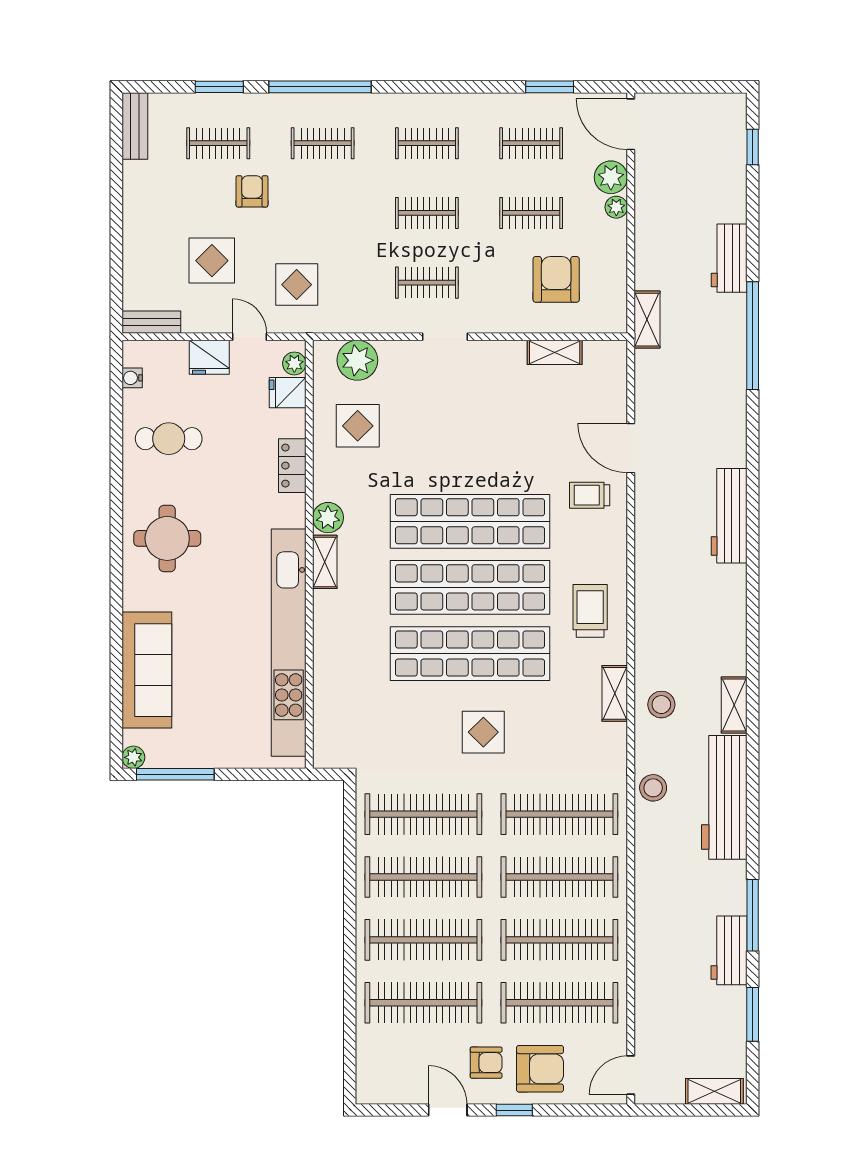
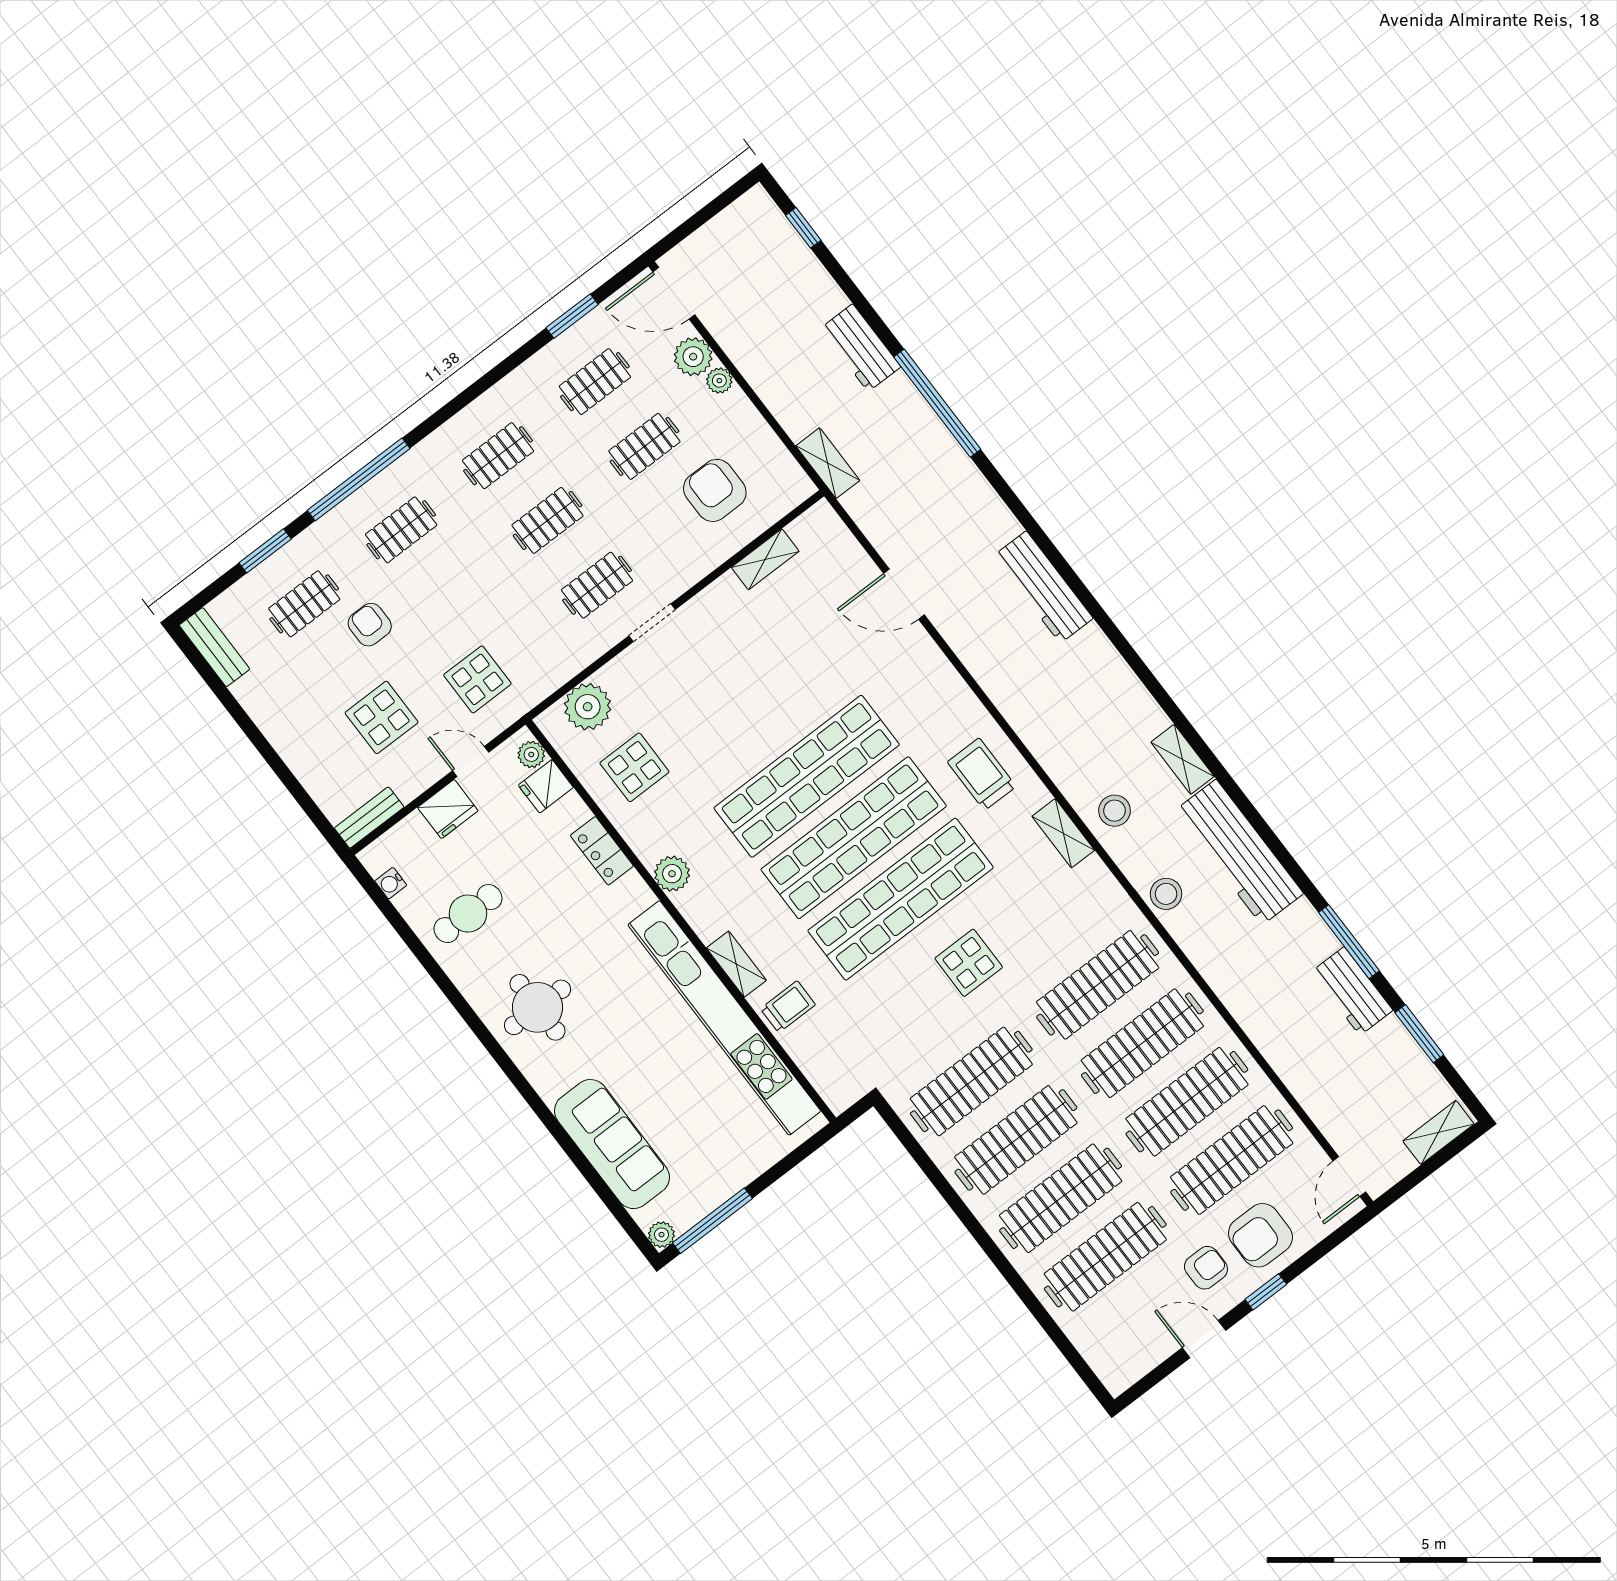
trolley: (590, 495) -> (788, 1007), moved, turned 180
shelving: (325, 562) -> (736, 964), moved
armchair: (540, 1069) -> (1260, 1235), turned 180

